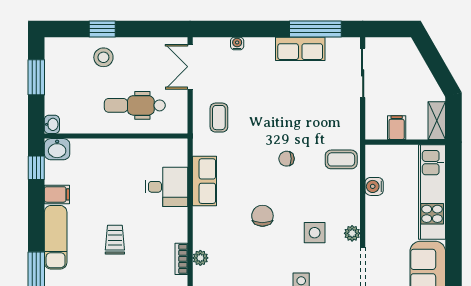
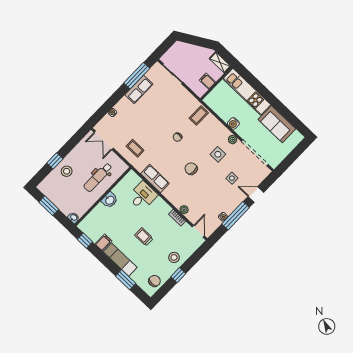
washbasin: (57, 149) -> (110, 200), moved
water cooler: (374, 186) -> (233, 123), moved

